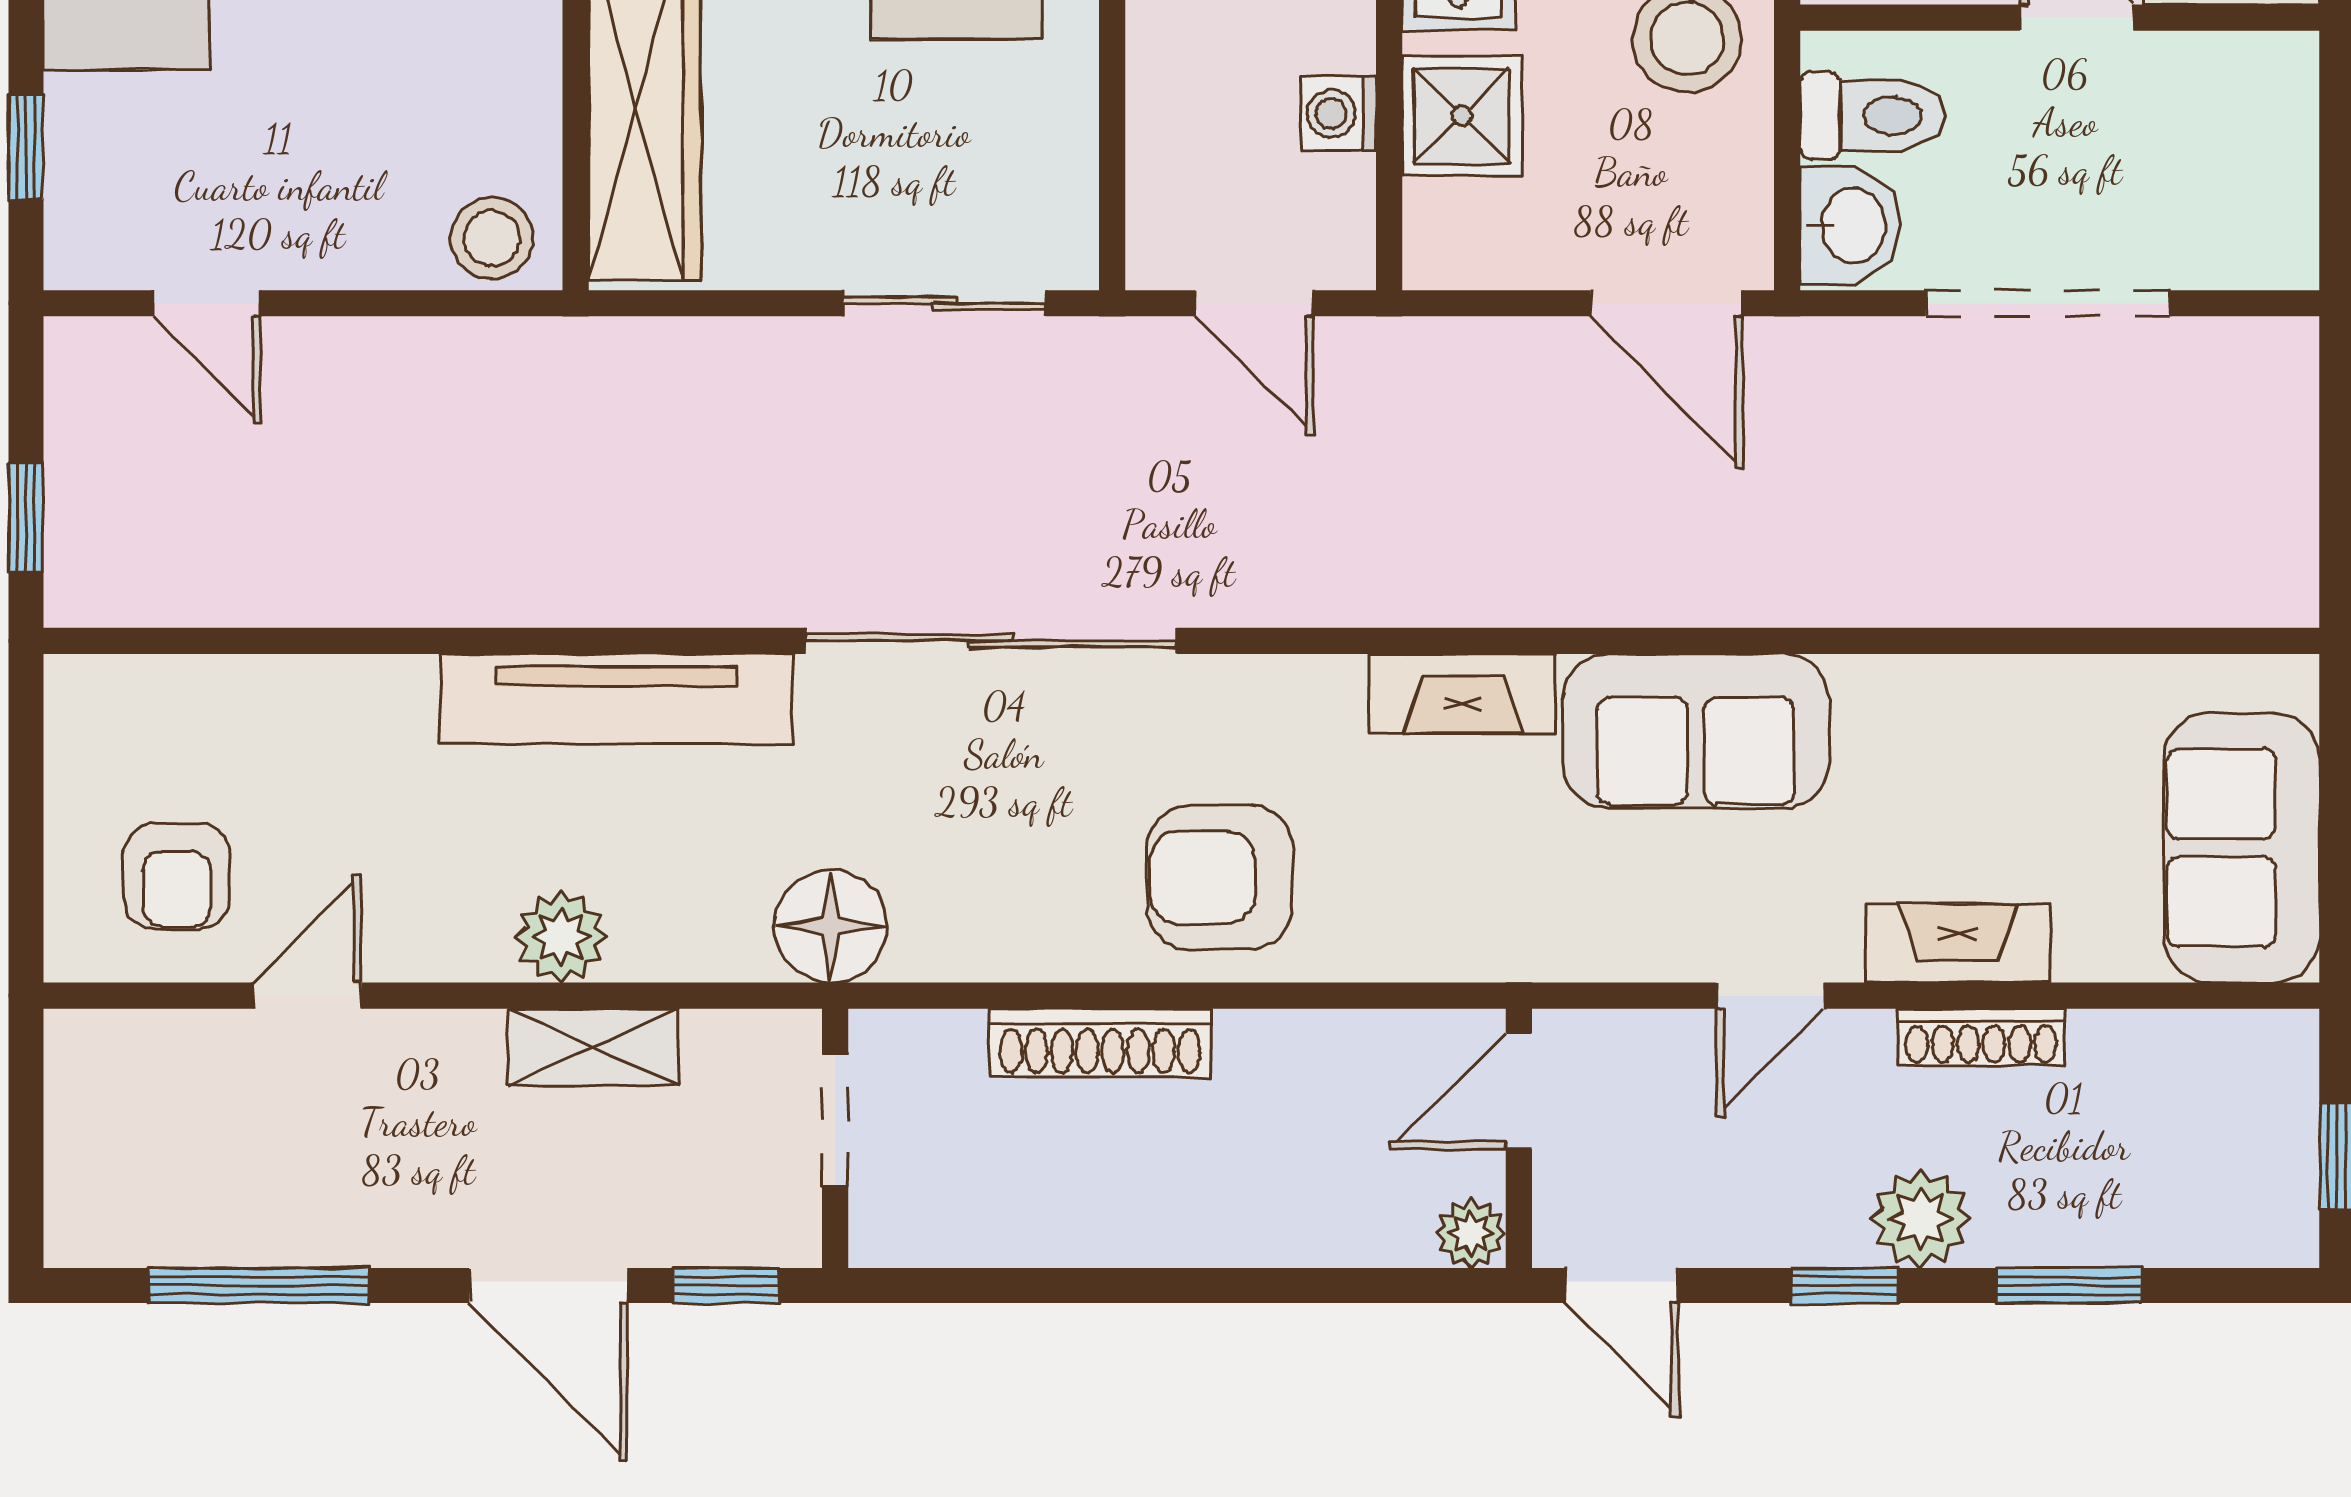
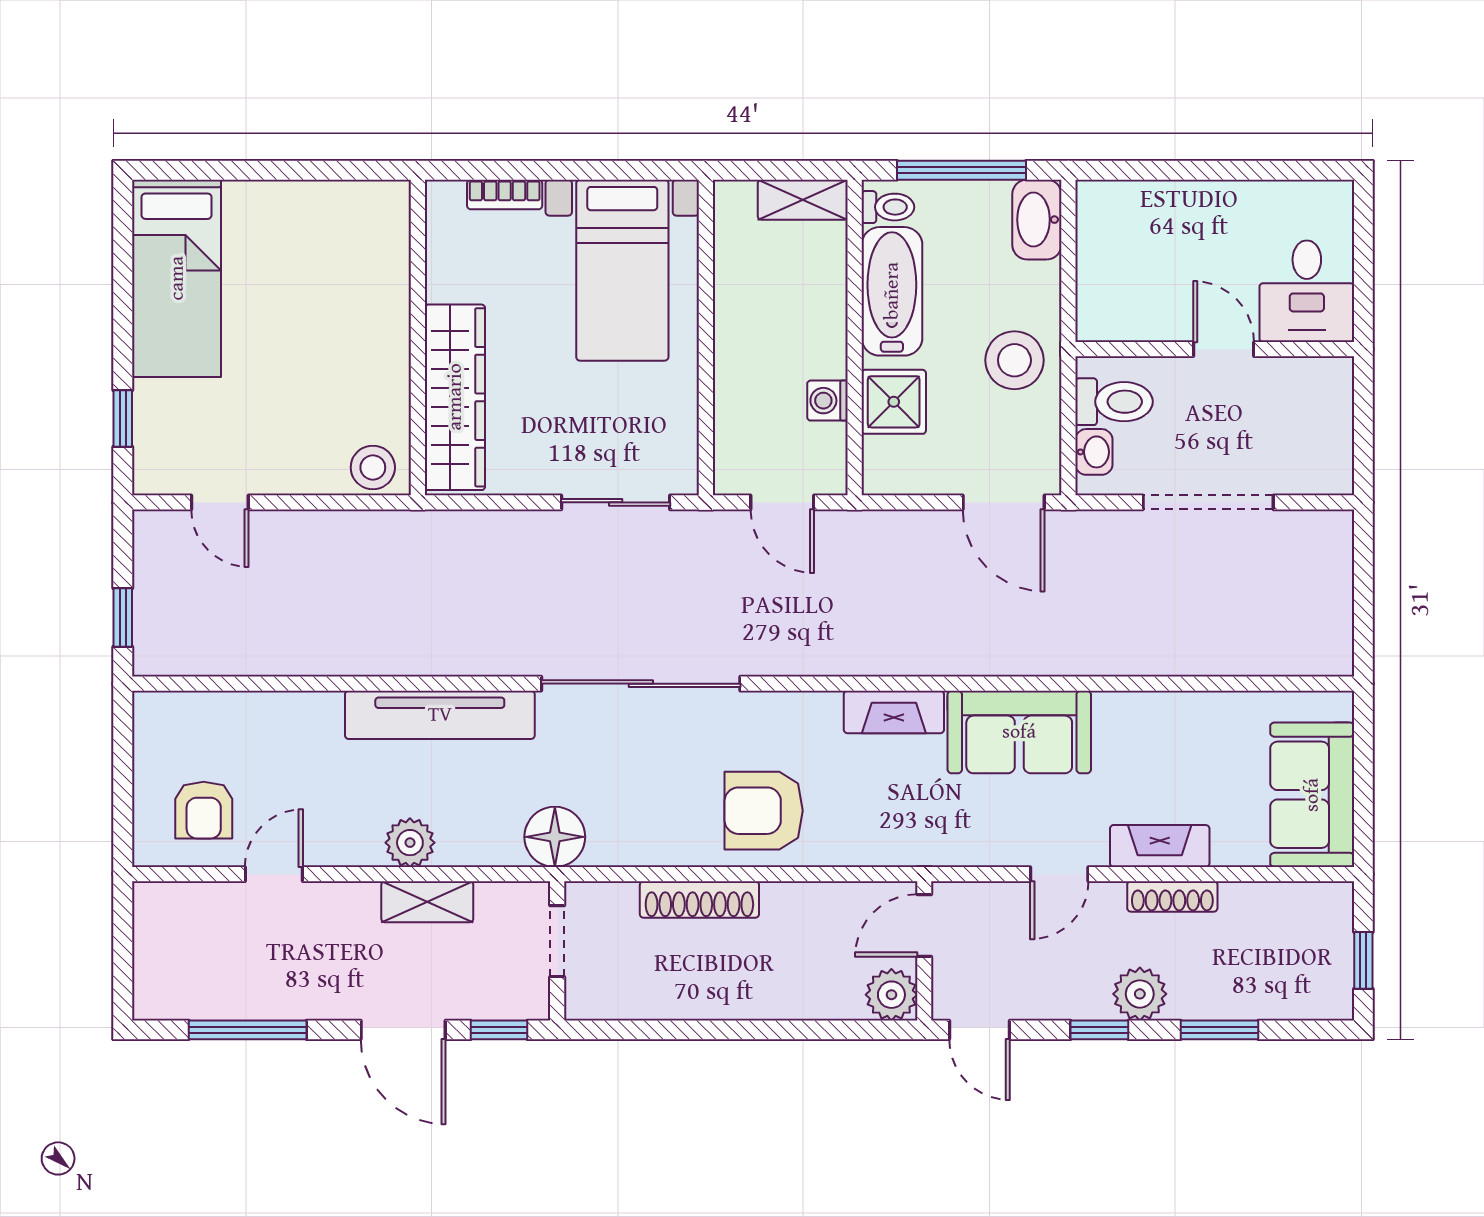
washbasin: (1850, 226) -> (1094, 452), width x0.72, depth x0.69
plant: (1471, 1233) -> (891, 995), width x1.38, depth x1.38

